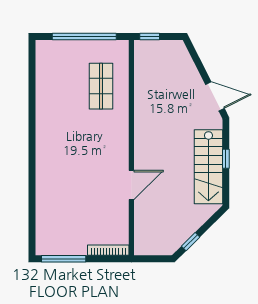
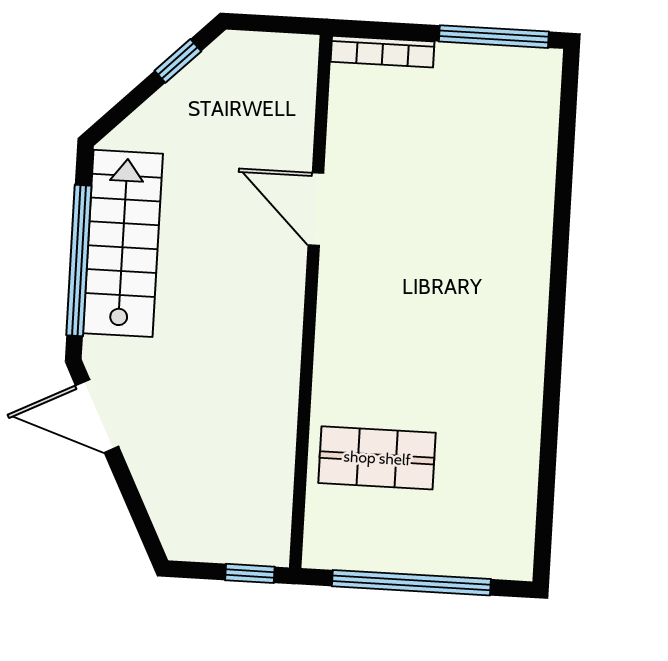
shop shelf: (101, 86) -> (377, 458), turned 90
window: (226, 159) -> (79, 261), width x3.17
door: (131, 185) -> (316, 209), hinge flipped

